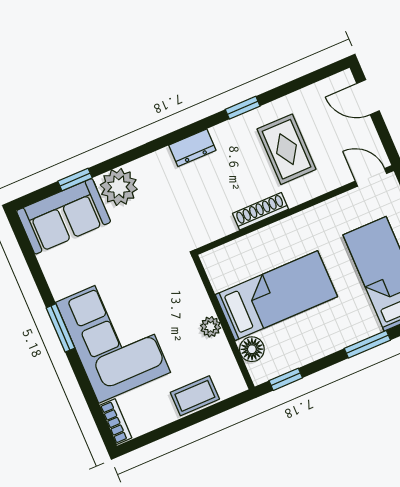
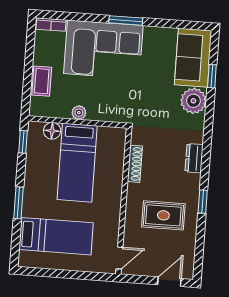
shoe rack: (261, 211) -> (135, 164), moved

